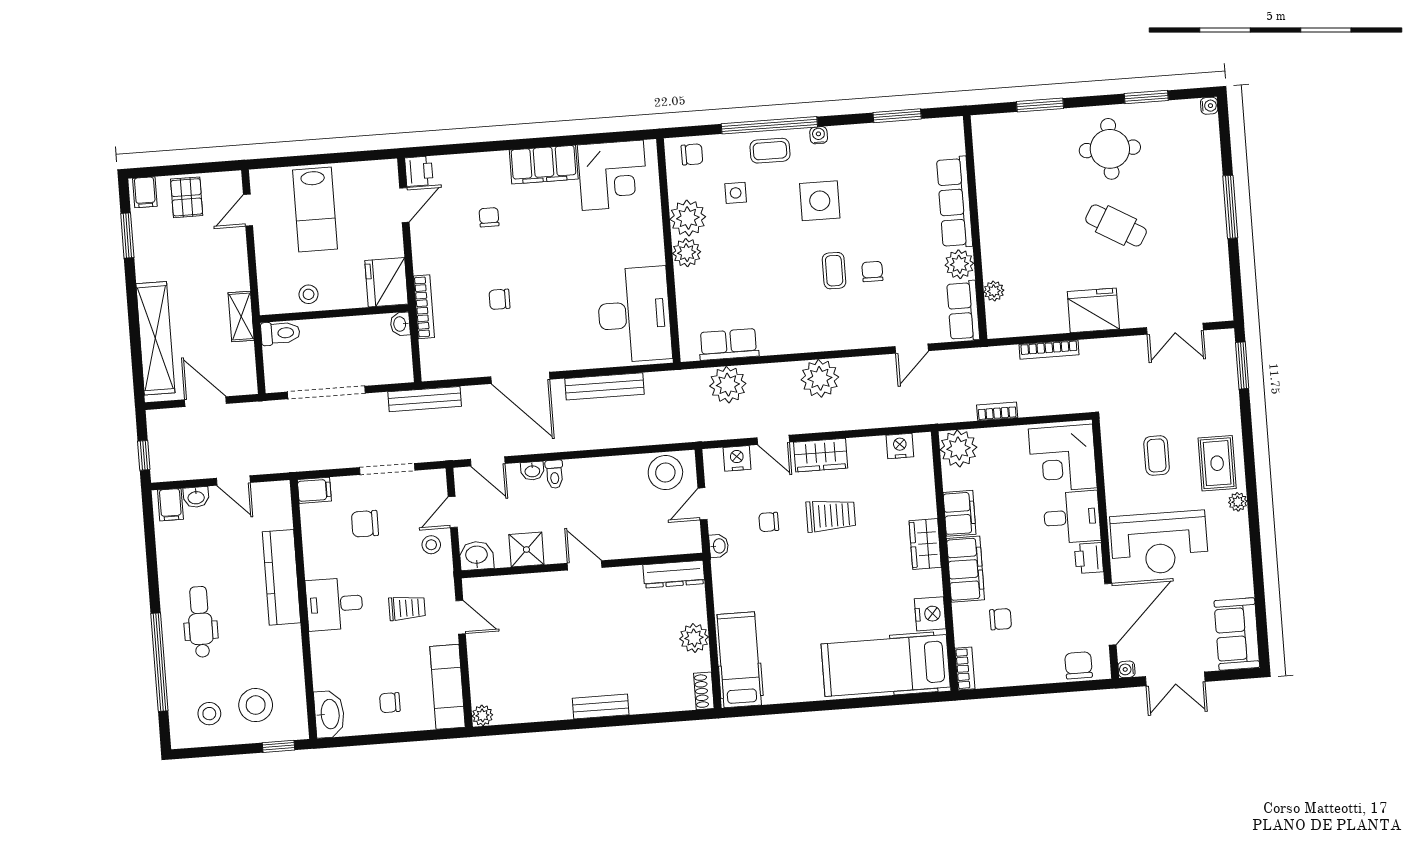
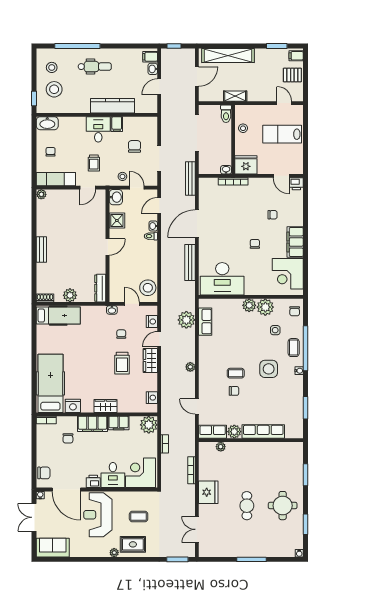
cafe table: (1116, 225) -> (247, 506), turned -30
chair: (499, 299) -> (255, 244), moved
plant: (820, 378) -> (190, 367), width x0.53, depth x0.53
filing cabinet: (314, 490) -> (117, 124), moved

